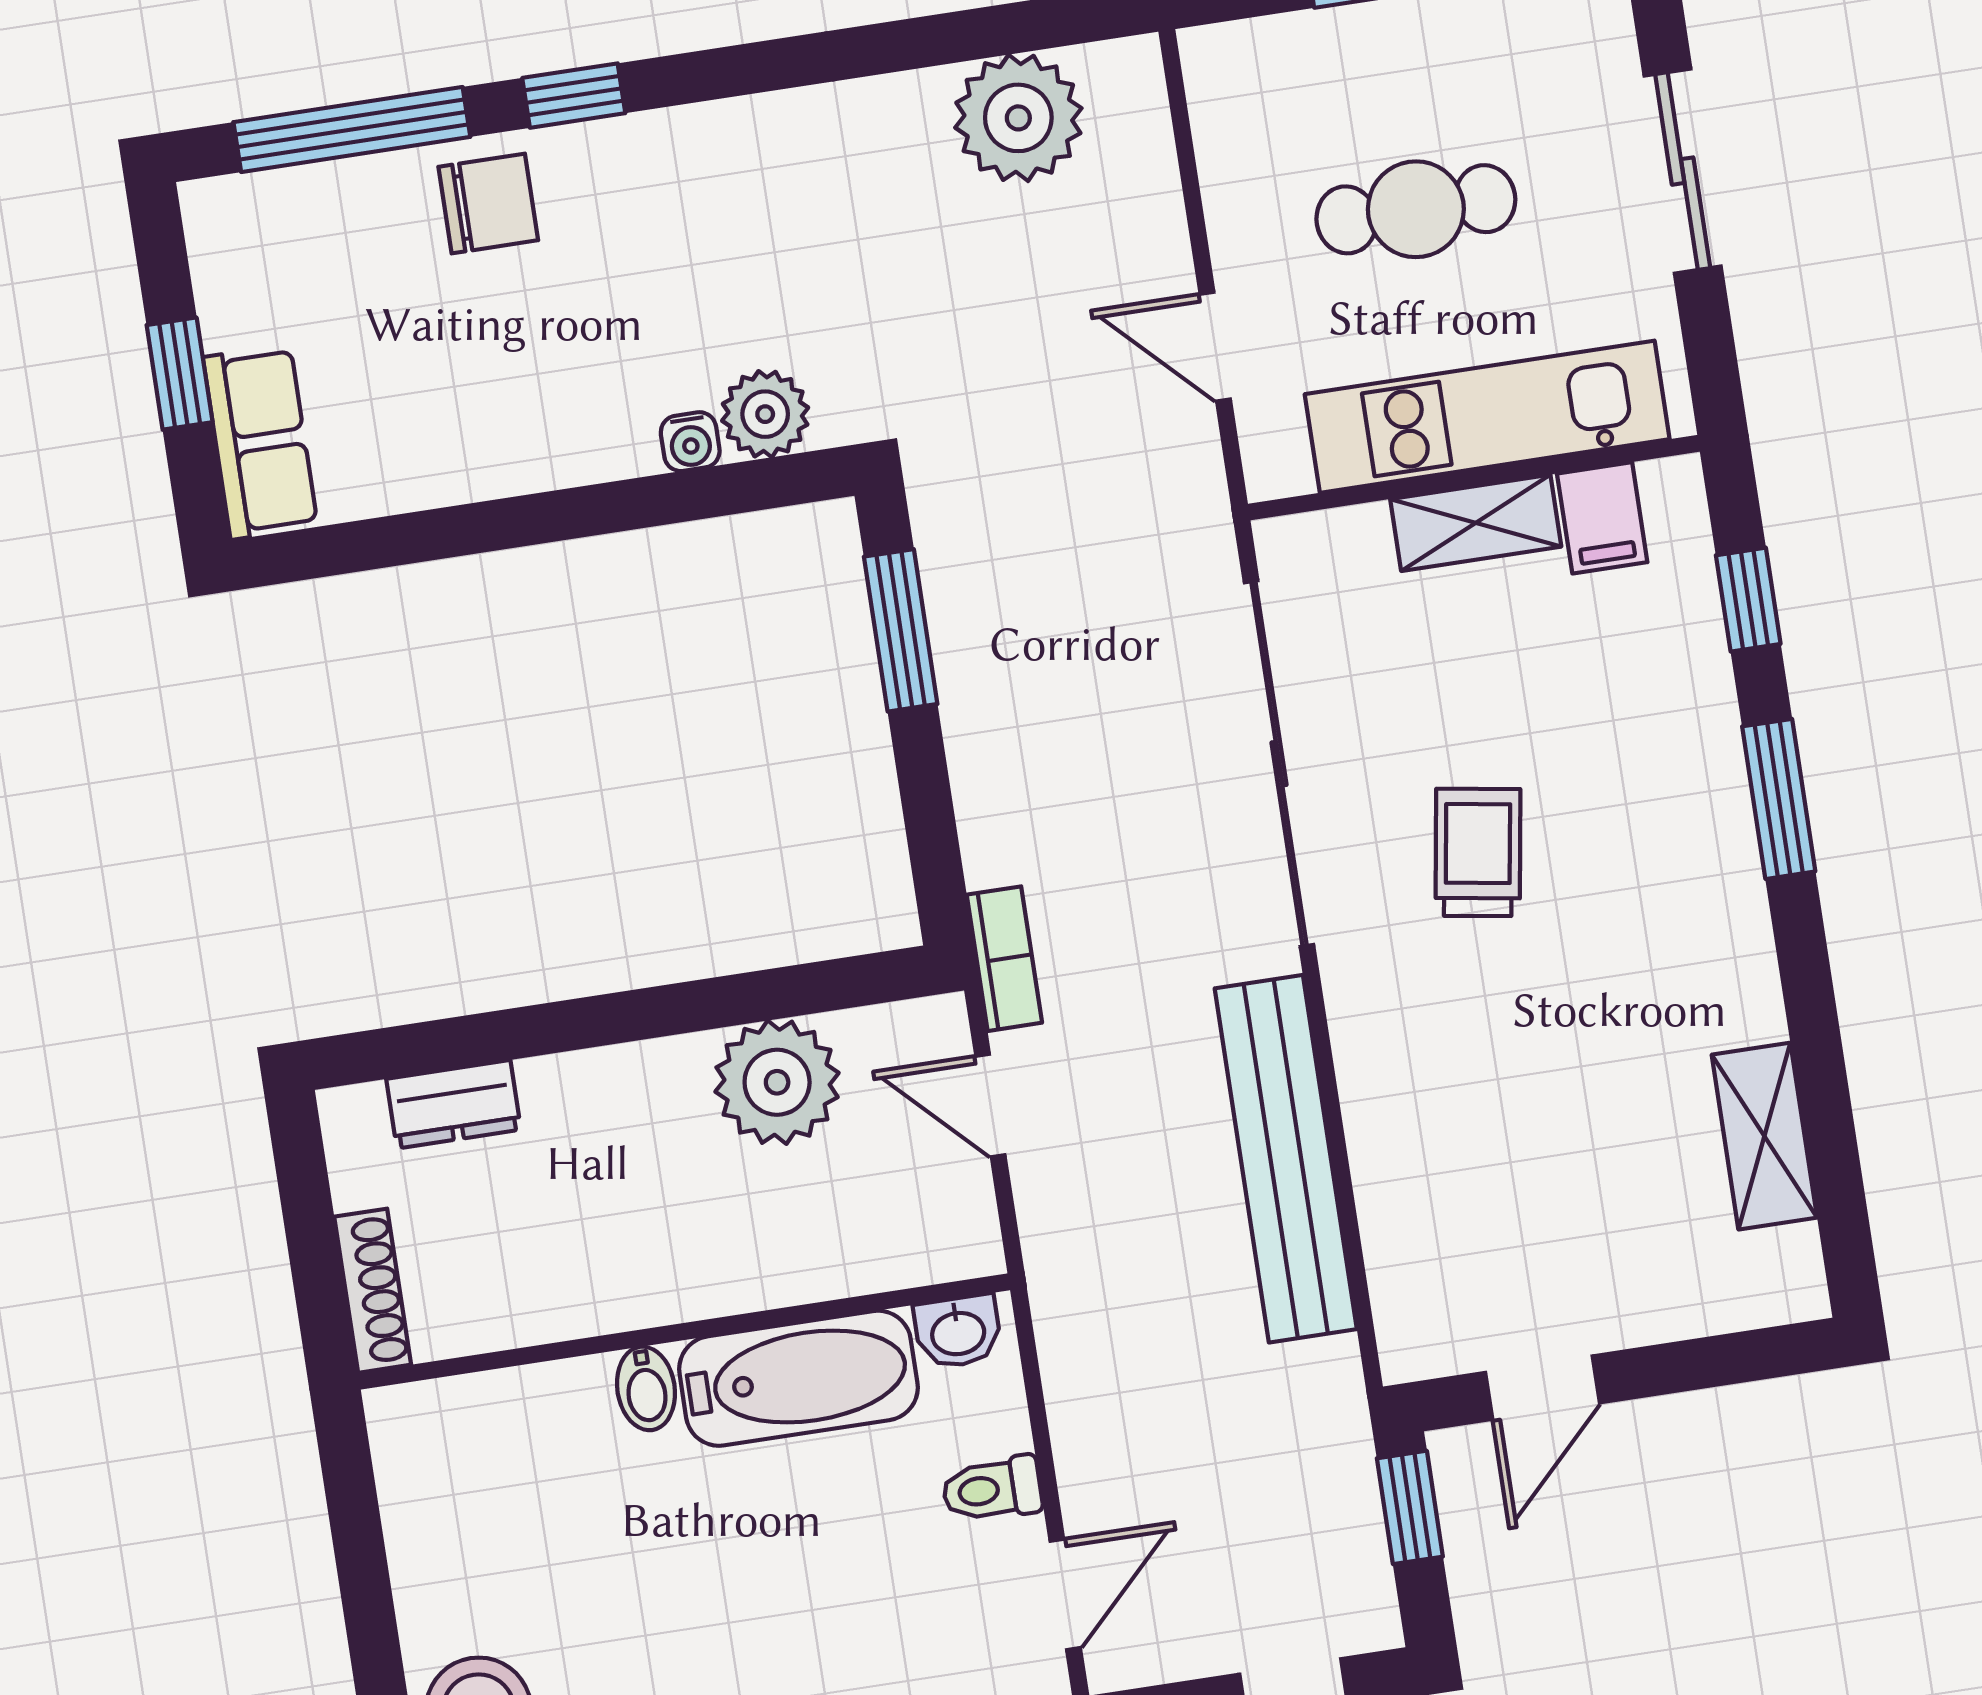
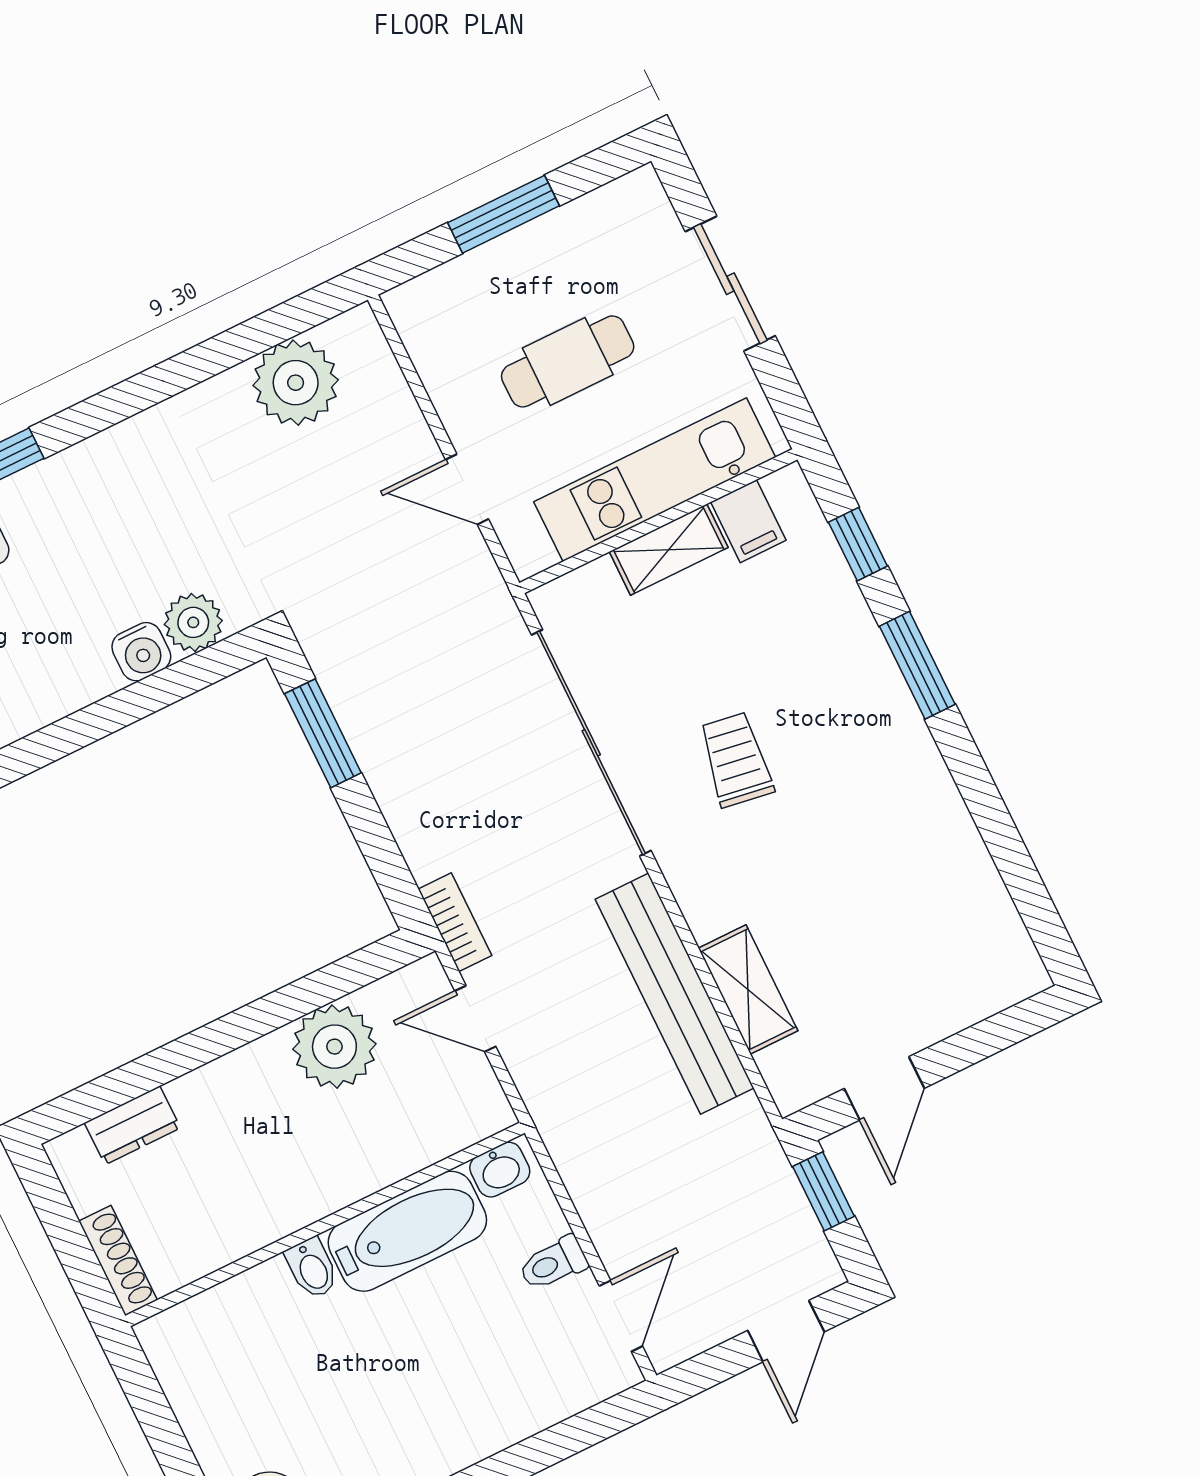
water cooler: (690, 442) -> (141, 652), width x1.38, depth x1.38
shelving: (1764, 1136) -> (748, 990), moved

